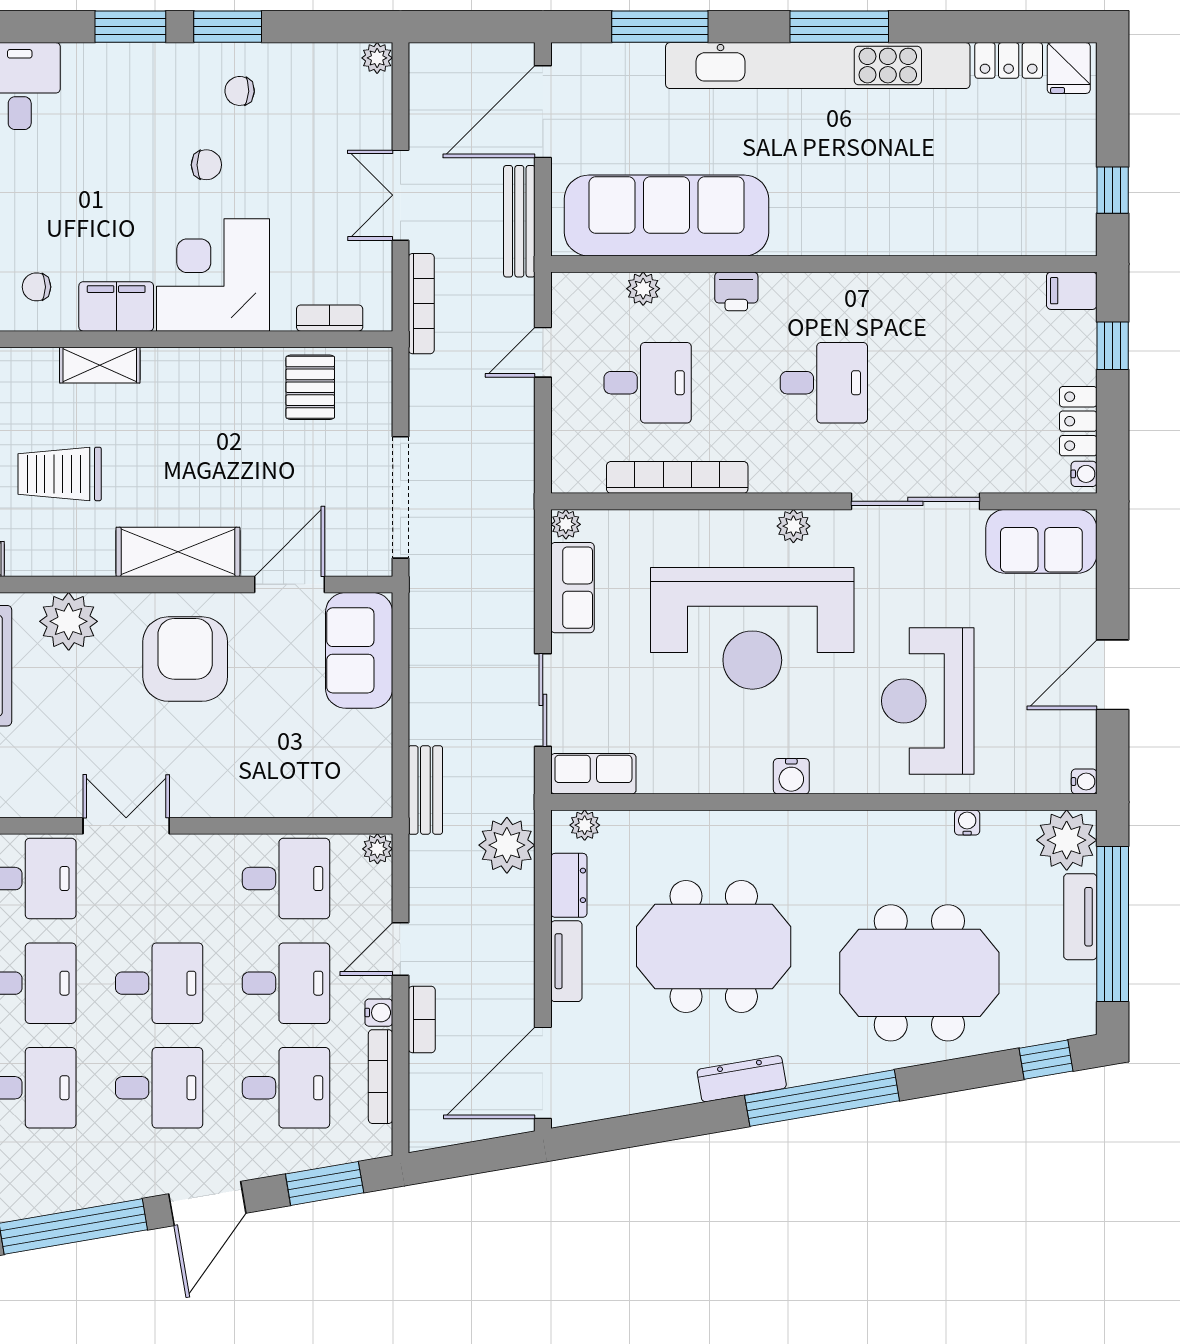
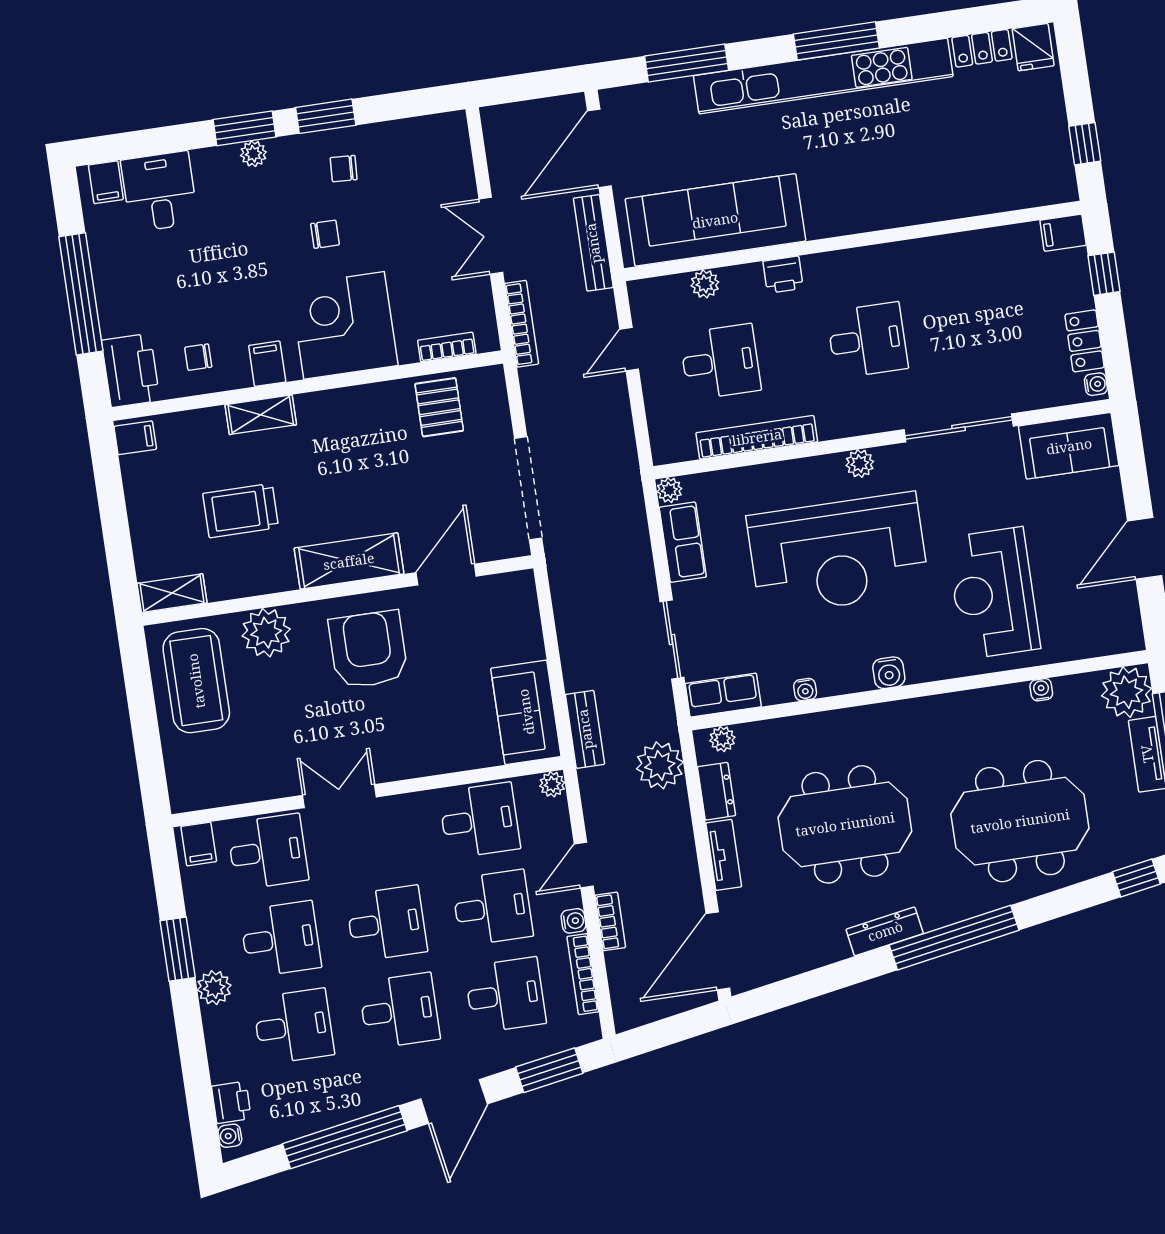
plant: (377, 58) -> (253, 154), moved
filing cabinet: (116, 306) -> (267, 364), width x0.50
sofa: (359, 650) -> (526, 712), moved
water cooler: (1084, 782) -> (805, 690), moved, turned 90

